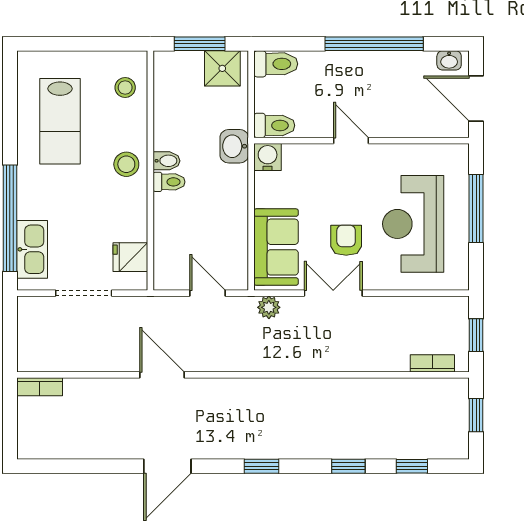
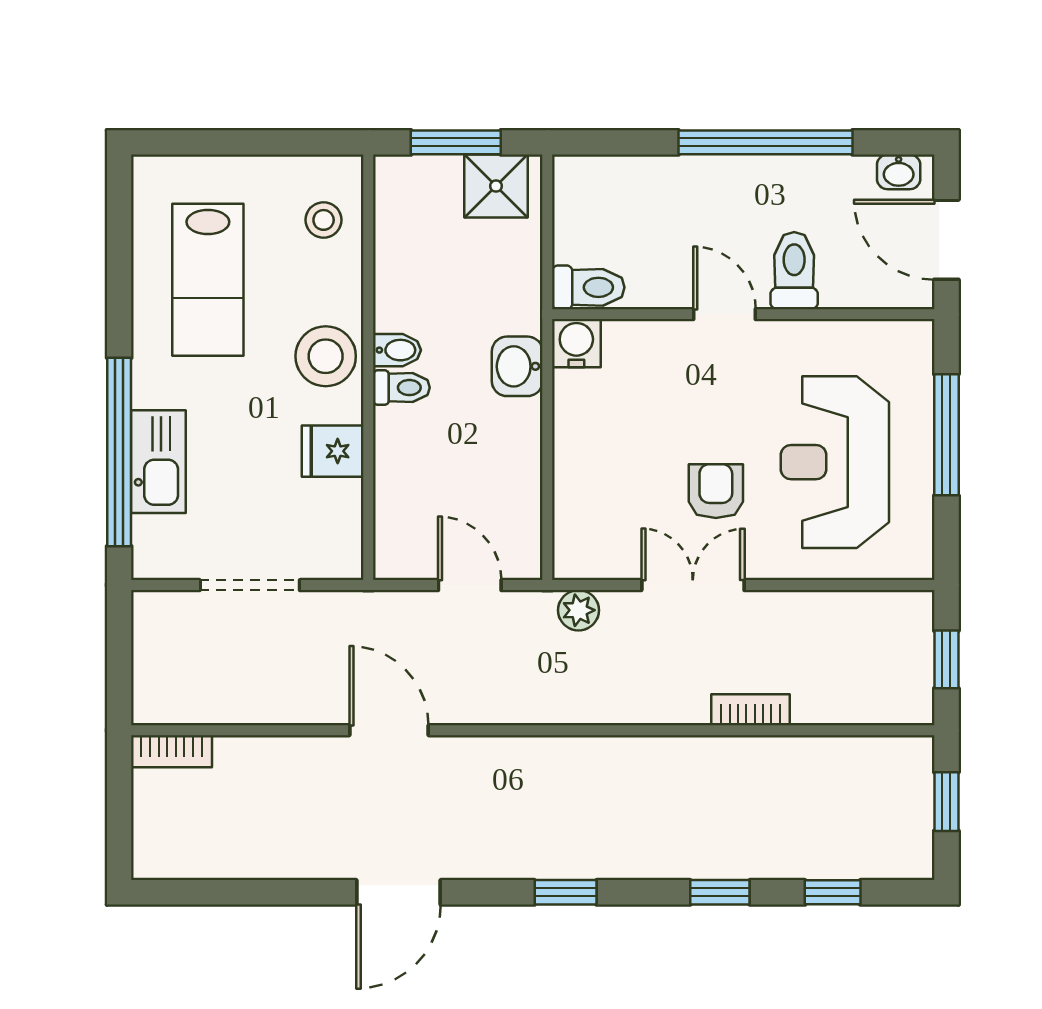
toilet: (276, 64) -> (794, 271), moved, turned -90
washbasin: (234, 146) -> (517, 366), moved
stool: (126, 164) -> (326, 356), width x1.38, depth x1.38
sofa: (276, 247) -> (591, 503), removed
kitchen sink: (32, 249) -> (158, 462), moved
fridge: (130, 257) -> (333, 451), moved
bookcase: (432, 363) -> (751, 710), moved

